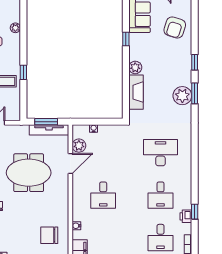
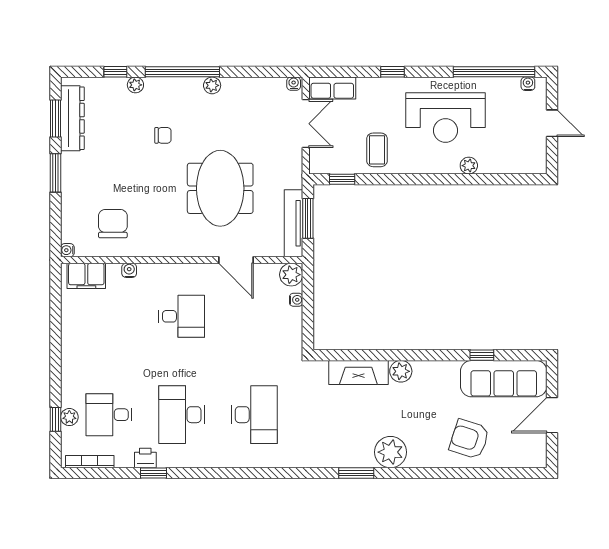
window: (126, 39) -> (482, 355), moved
window: (195, 62) -> (410, 473), removed
window: (23, 72) -> (342, 179), moved
plant: (182, 96) -> (391, 452), moved
plant: (79, 146) -> (291, 275), moved
desk: (103, 195) -> (182, 316), turned 180
desk: (161, 195) -> (182, 415), width x1.37

